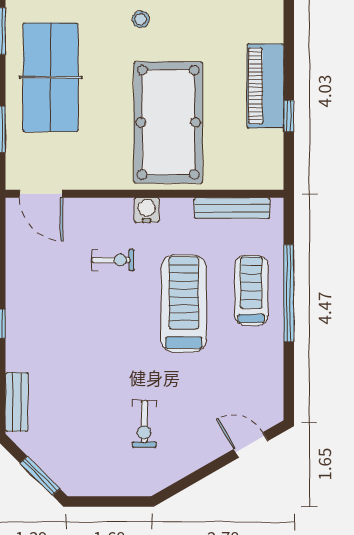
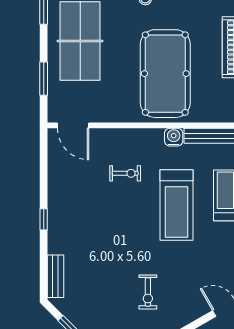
water cooler: (147, 210) -> (174, 137), moved
treadmill: (184, 304) -> (176, 205), turned 180

